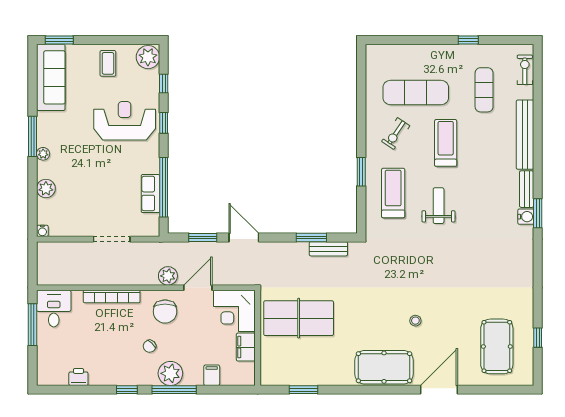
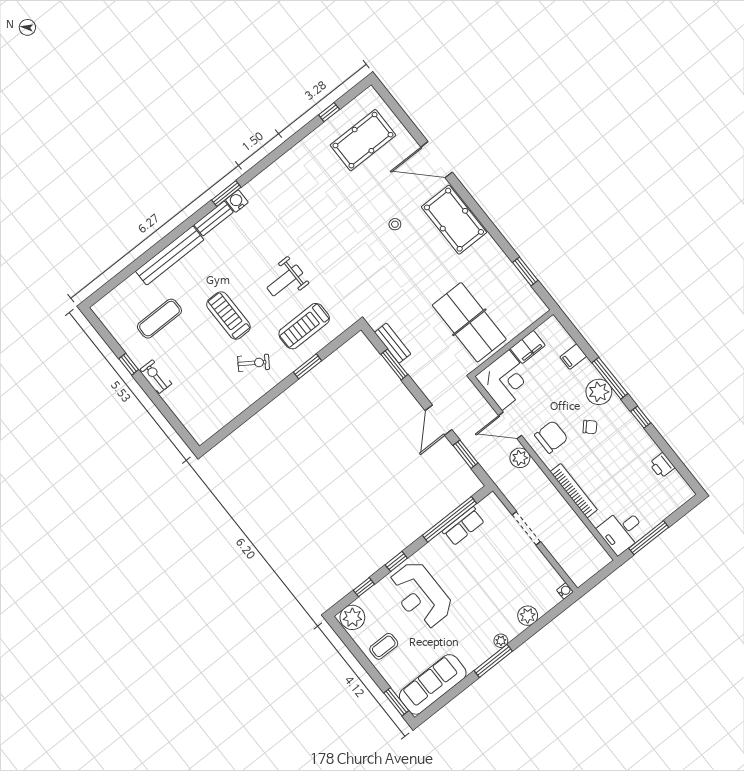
exercise bike: (525, 70) -> (156, 377), moved, turned 90
exercise mat: (416, 93) -> (206, 373), removed
treadmill: (446, 143) -> (228, 316), turned 90

